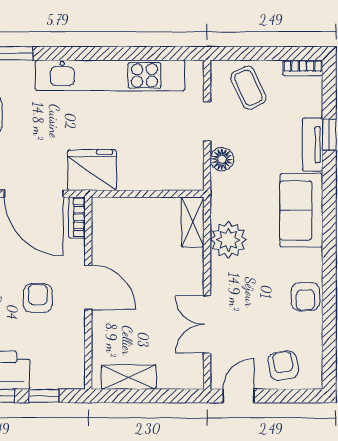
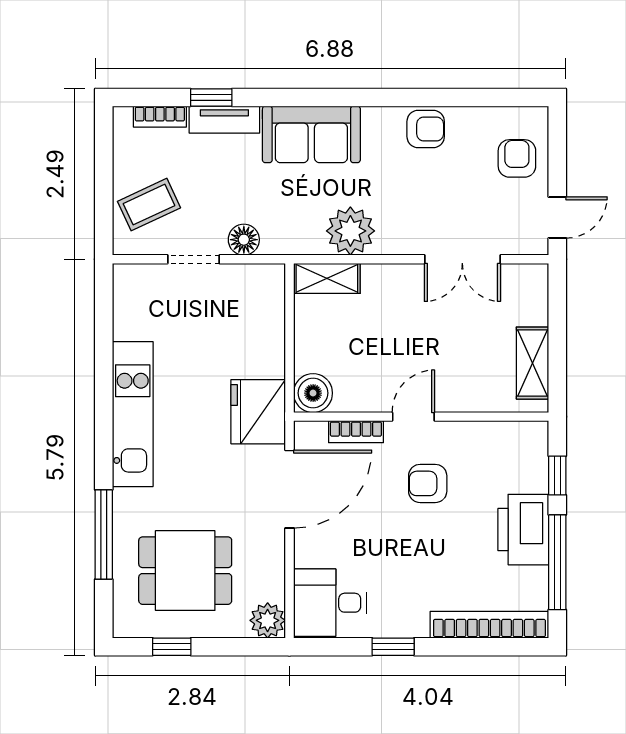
bookcase: (303, 68) -> (160, 117), moved, turned 90
kitchen unit: (110, 75) -> (133, 414), width x0.73
boiler: (106, 212) -> (313, 393), added
bookcase: (77, 218) -> (356, 432), moved
door: (88, 287) -> (413, 417), width x0.73
armchair: (283, 365) -> (517, 158), turned 100
door: (239, 396) -> (557, 217), swing flipped

